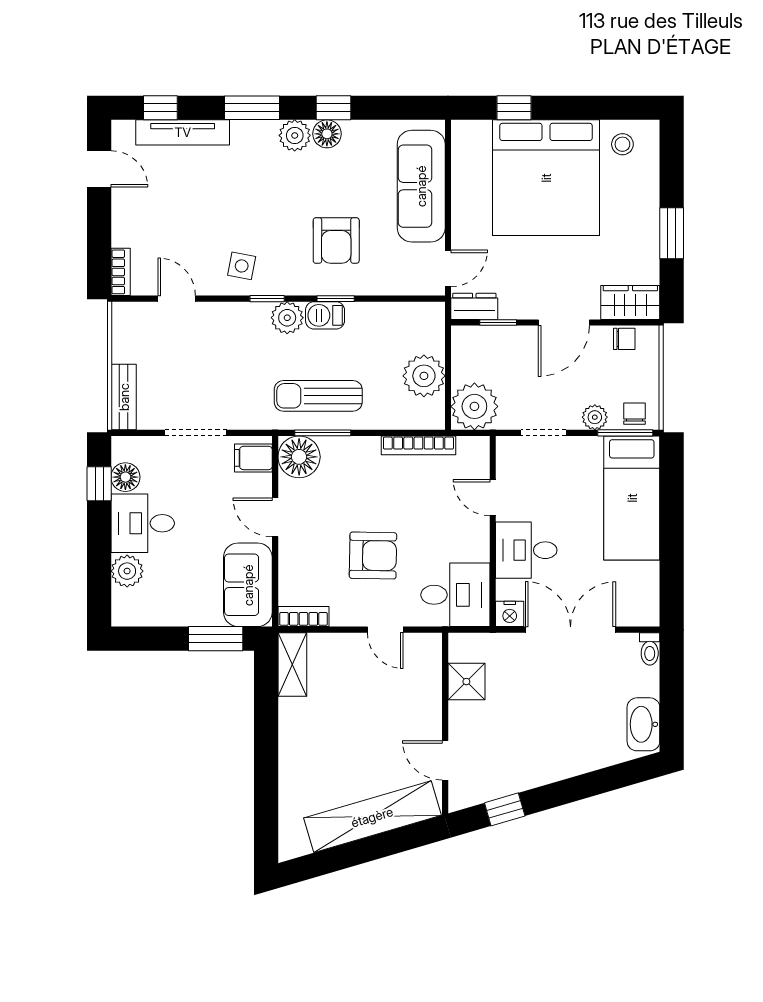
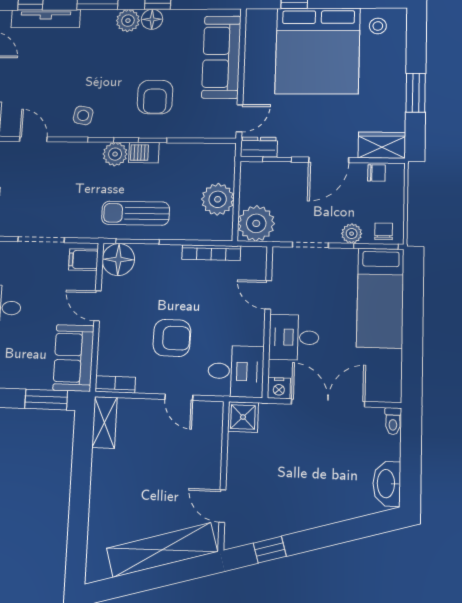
shower: (466, 682) -> (243, 417), moved

